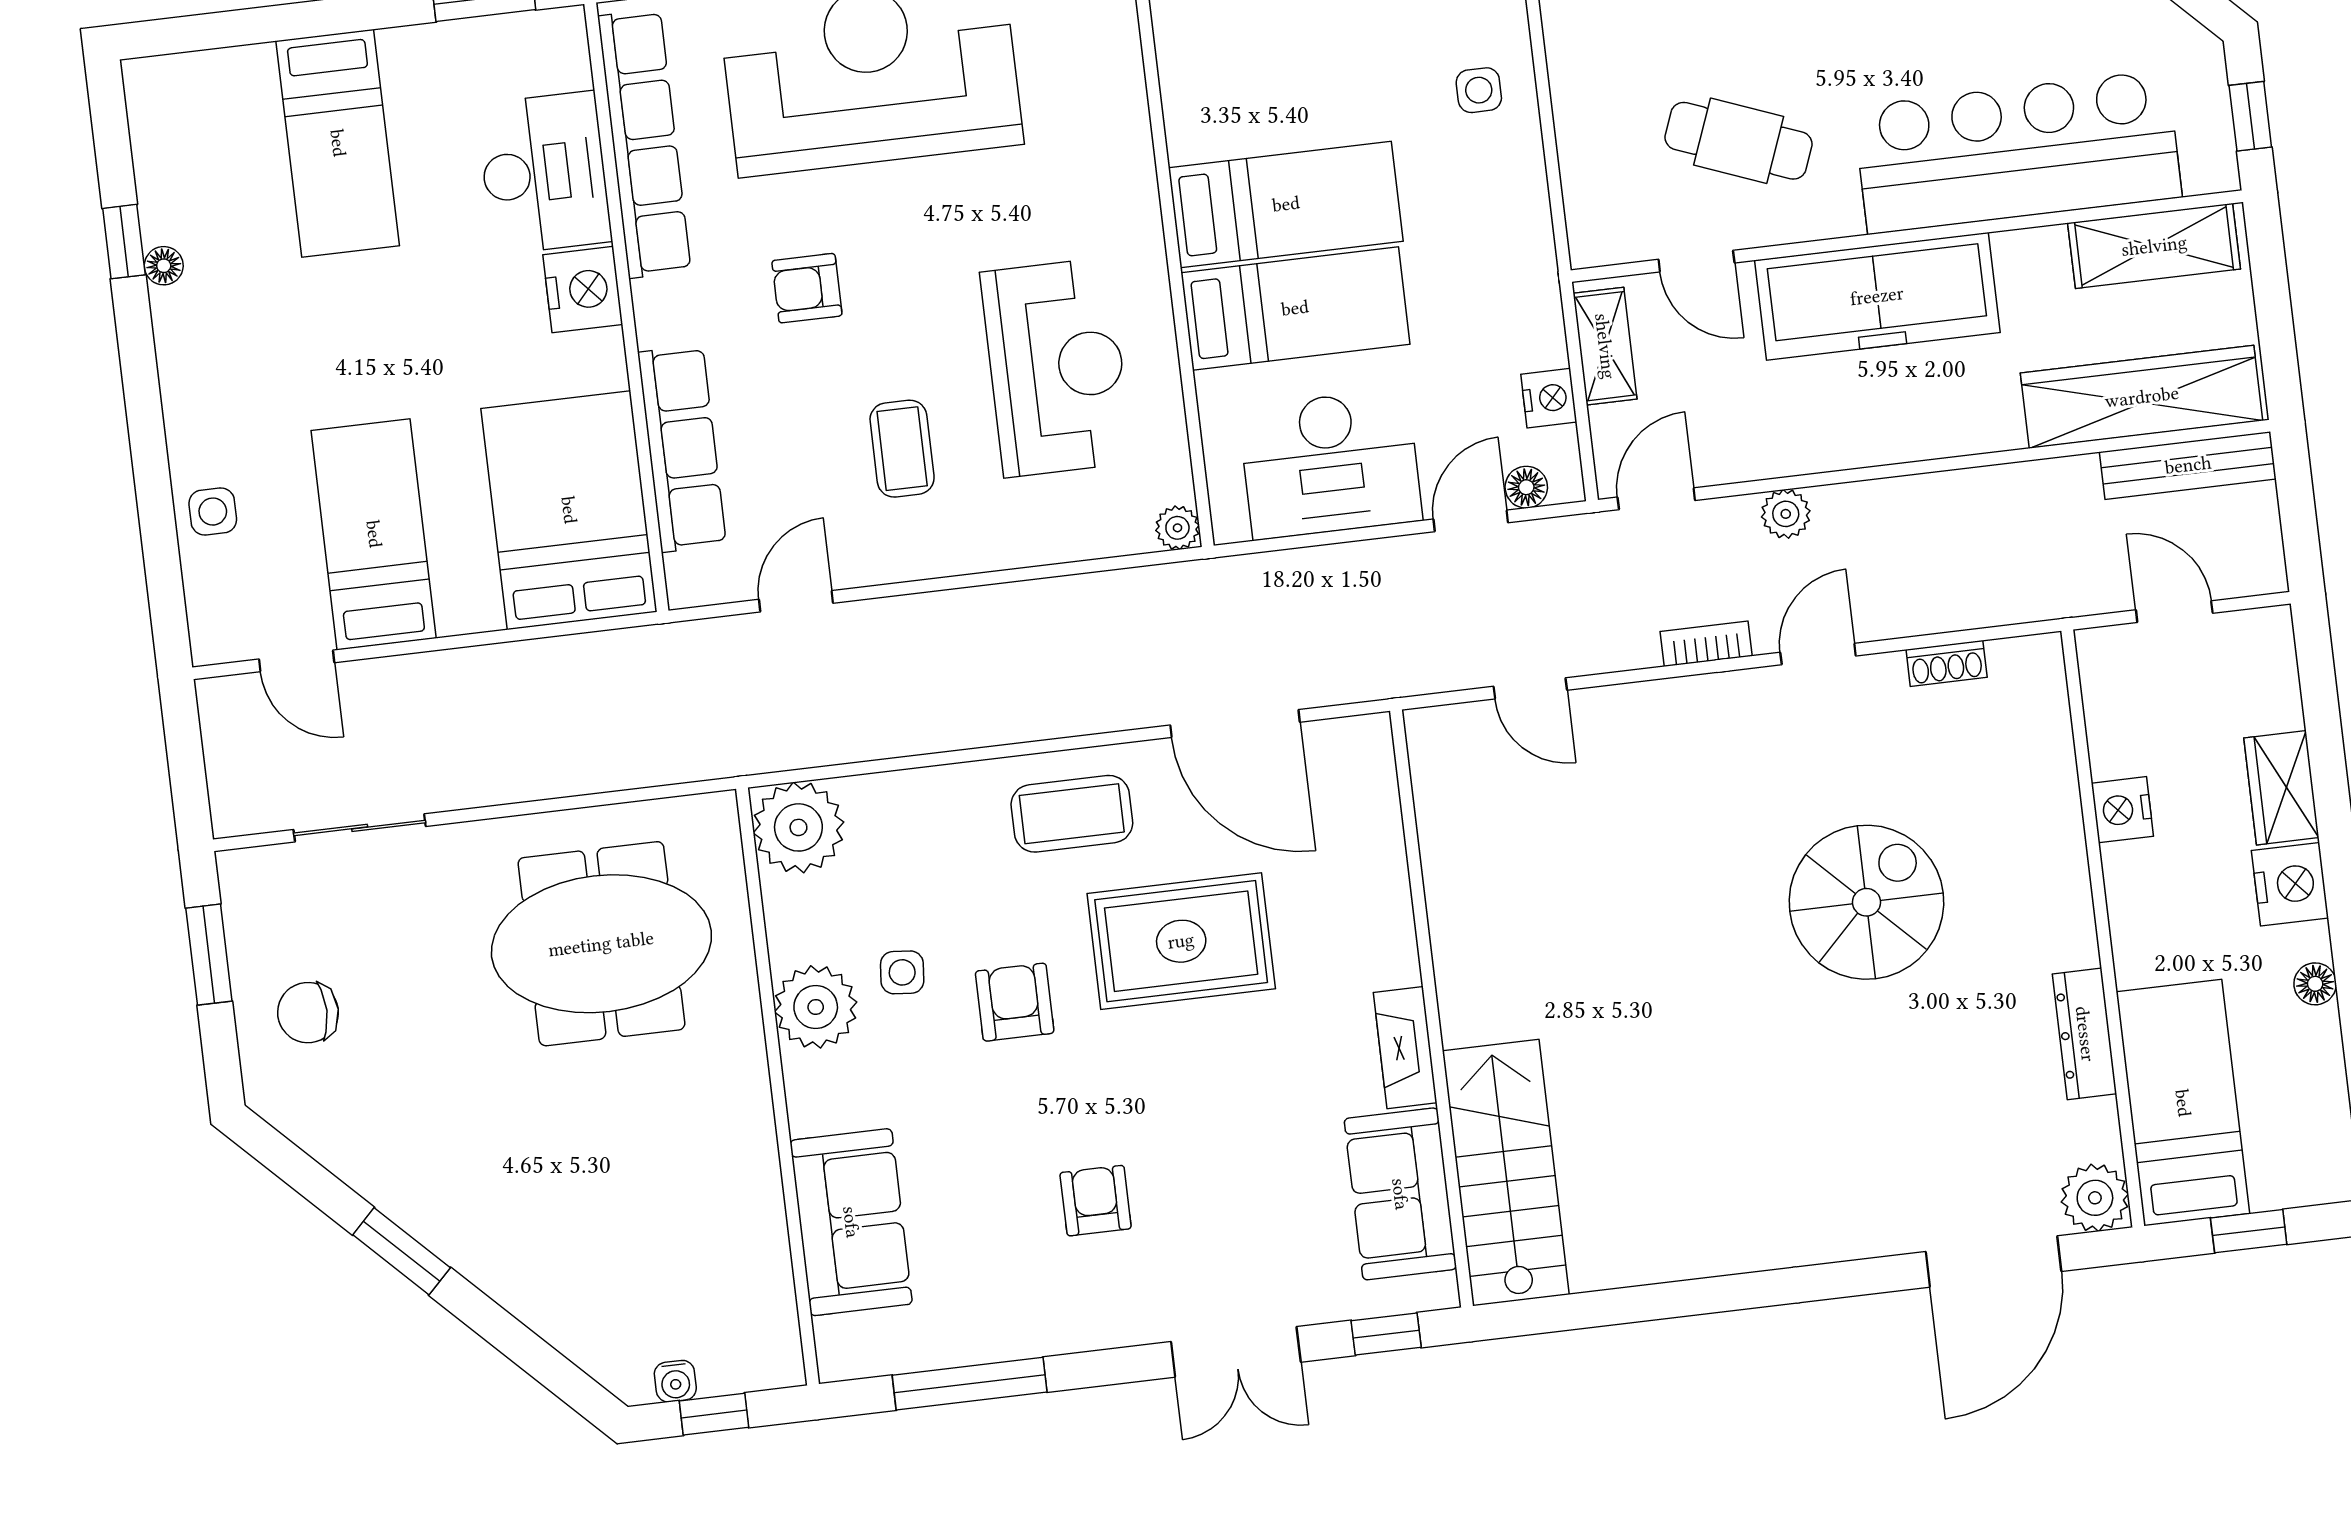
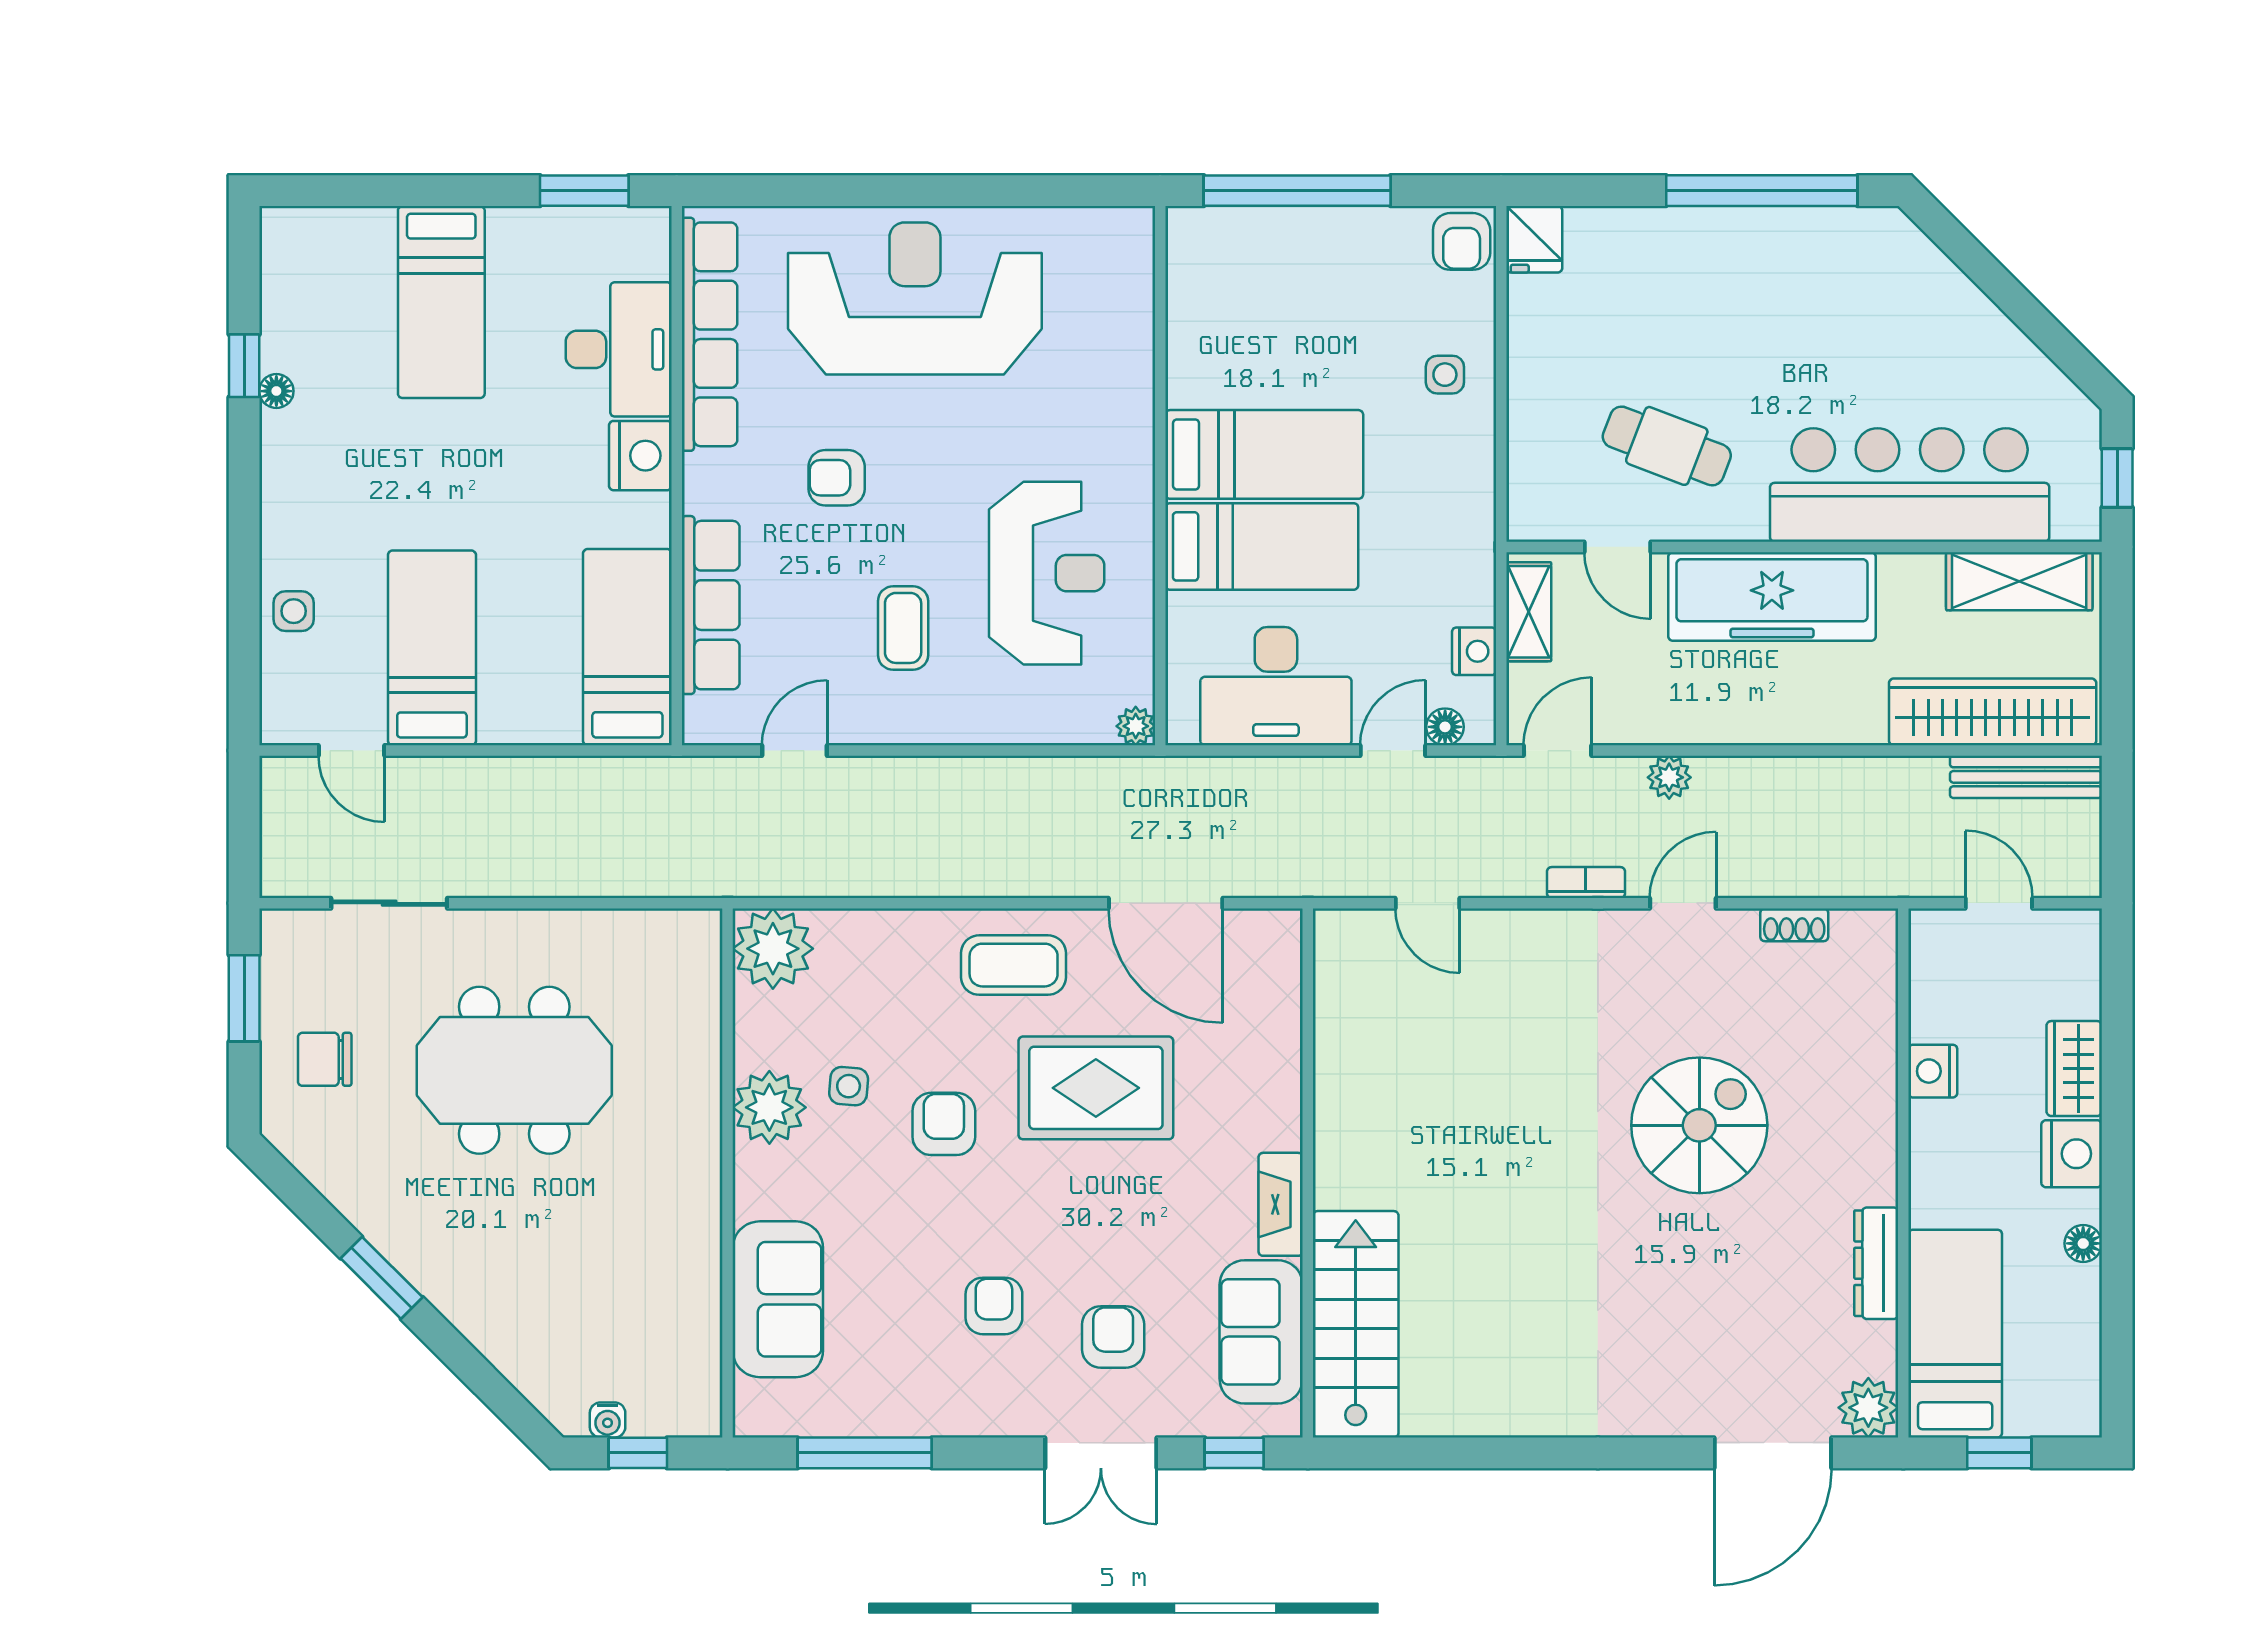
bed: (569, 510) -> (627, 647), width x0.67
meeting table: (601, 944) -> (514, 1070), moved
armchair: (1234, 1220) -> (1113, 1337), added

